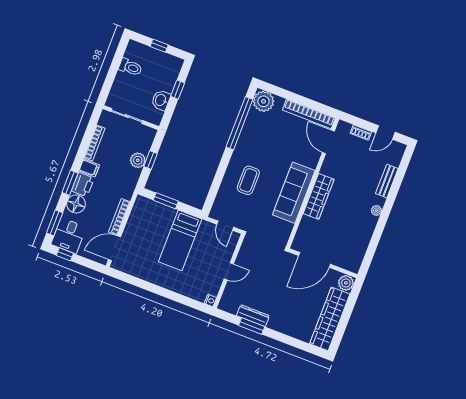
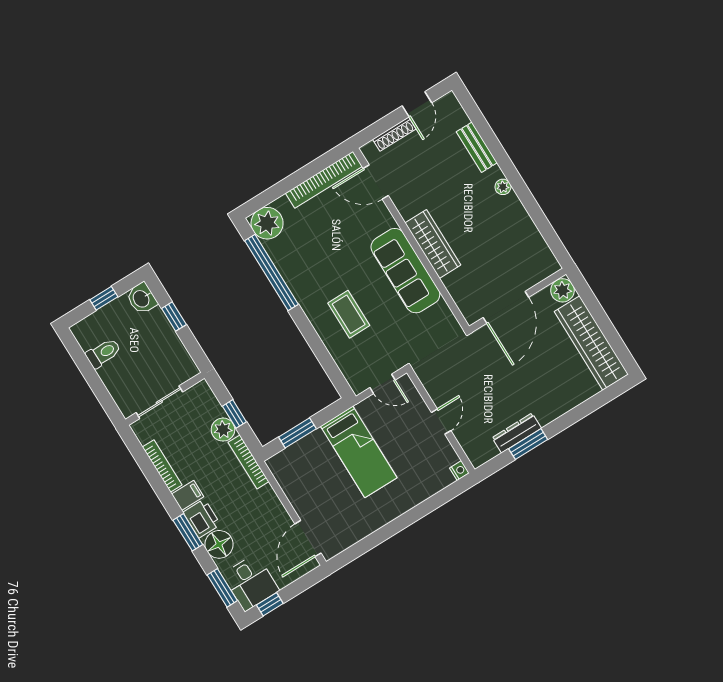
washbasin: (161, 100) -> (142, 298), moved
shoe rack: (361, 133) -> (394, 134), width x1.43
bookcase: (119, 217) -> (248, 462), moved

